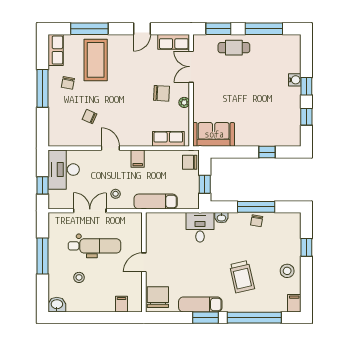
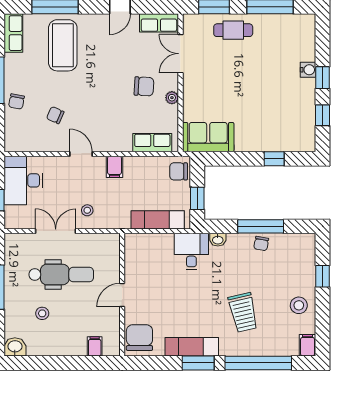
chair: (68, 83) -> (16, 101), moved
exam couch: (156, 202) -> (158, 220), moved

